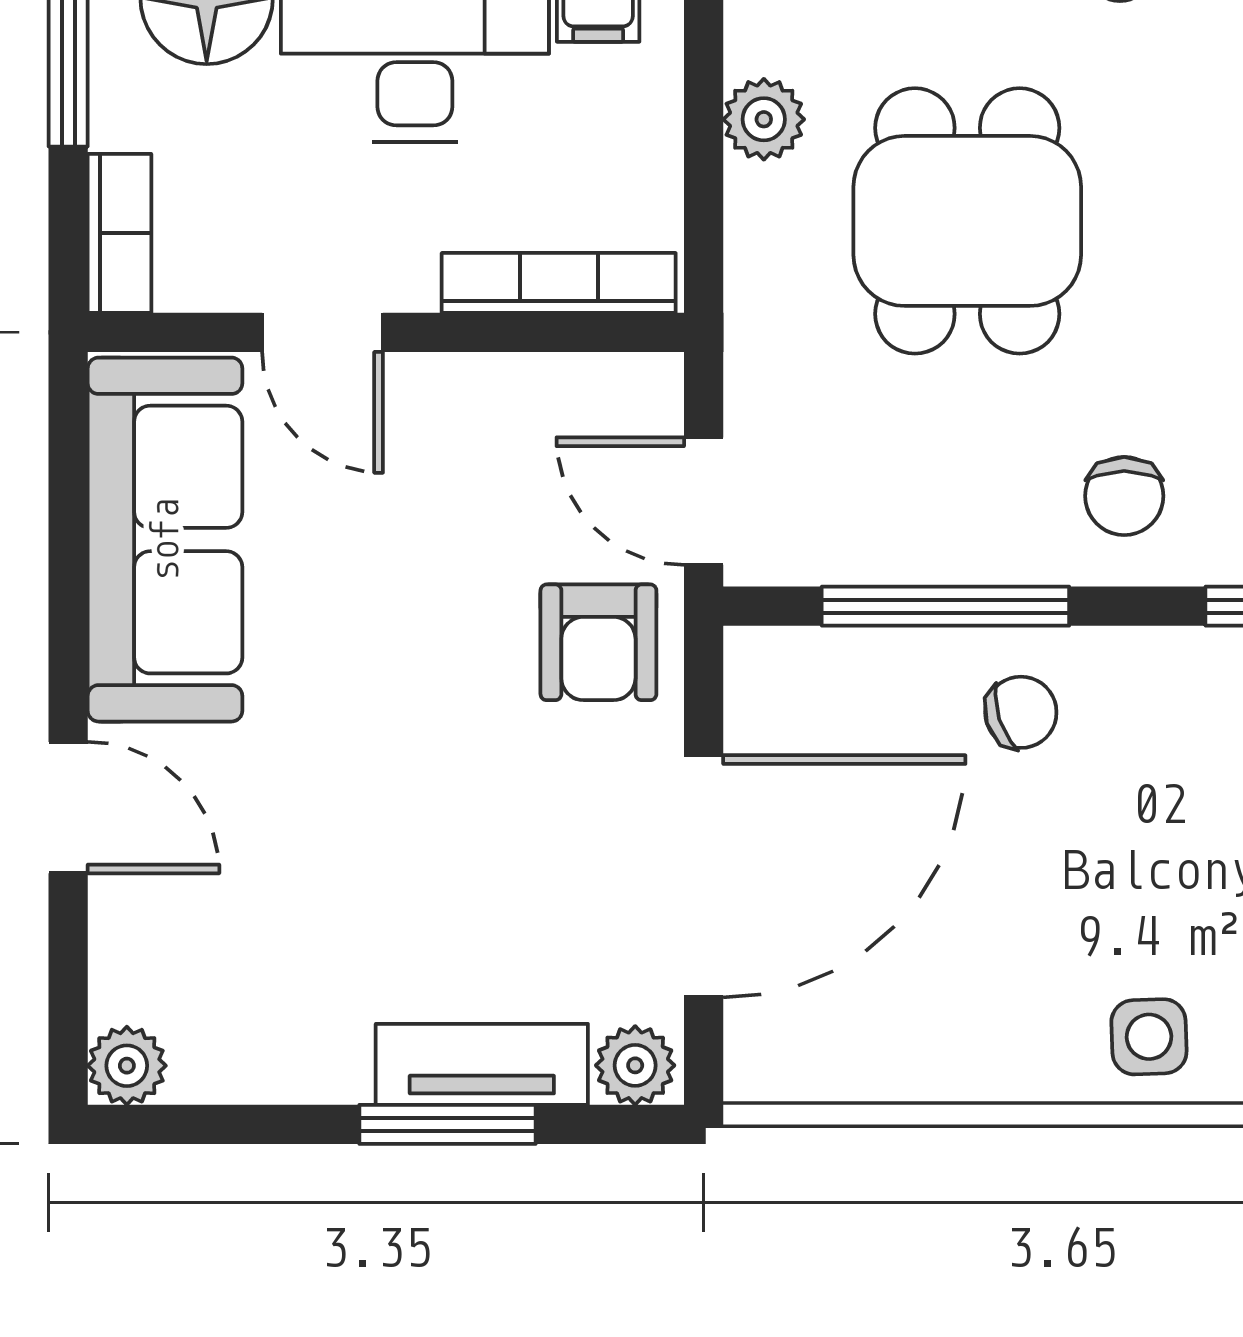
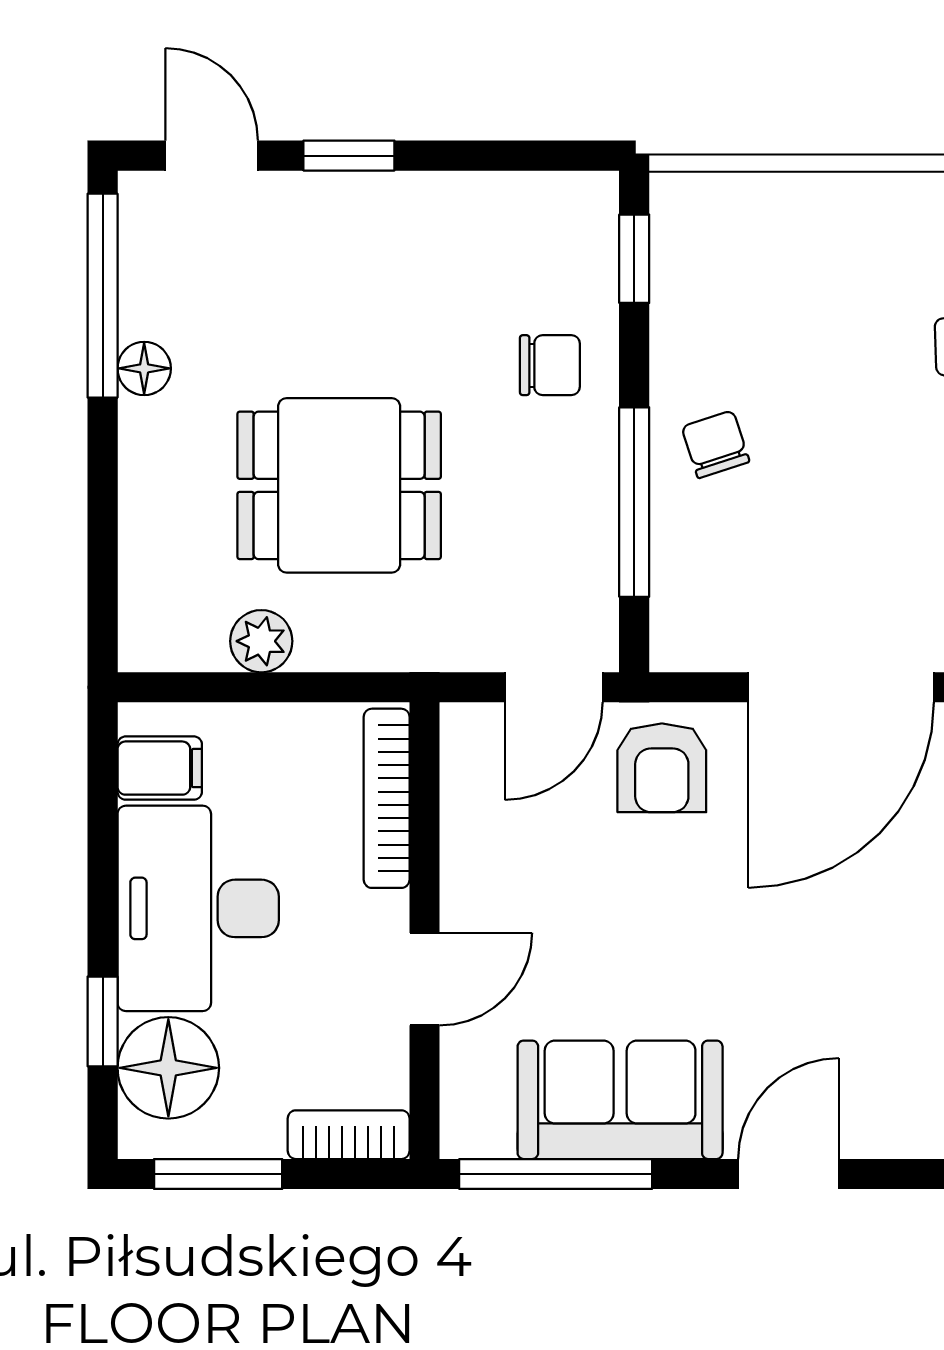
window: (68, 504) -> (556, 1174), added
sofa: (165, 540) -> (620, 1100), width x0.73
armchair: (598, 642) -> (662, 768), turned 90
door: (704, 876) -> (841, 687), swing flipped

